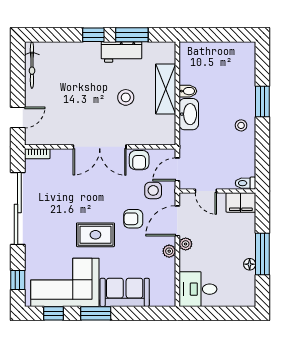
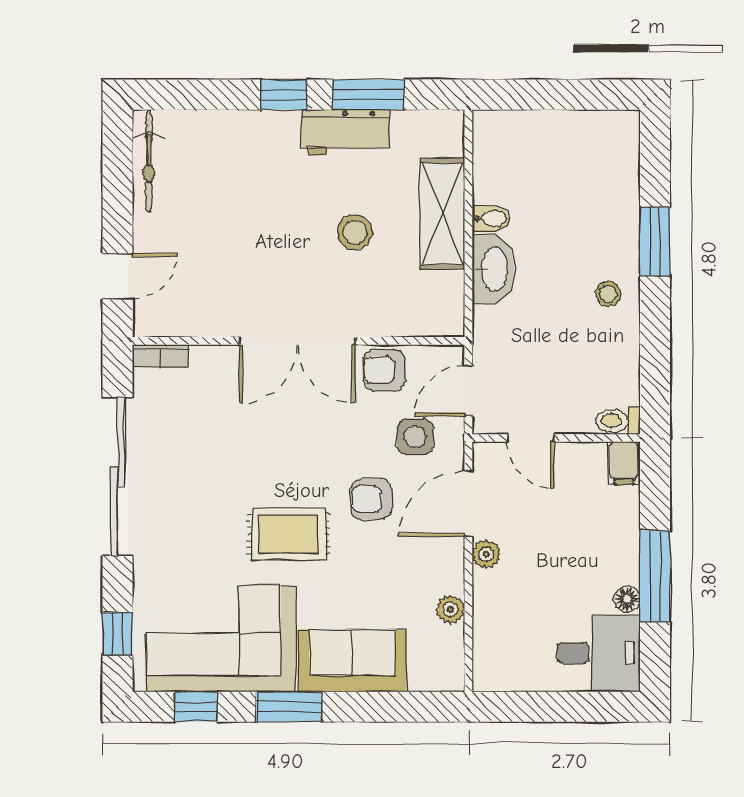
armchair: (139, 160) -> (384, 370), turned 90
filing cabinet: (241, 203) -> (624, 463), width x0.50
plant: (169, 251) -> (450, 609), moved
desk: (198, 289) -> (599, 653), moved, turned 180

